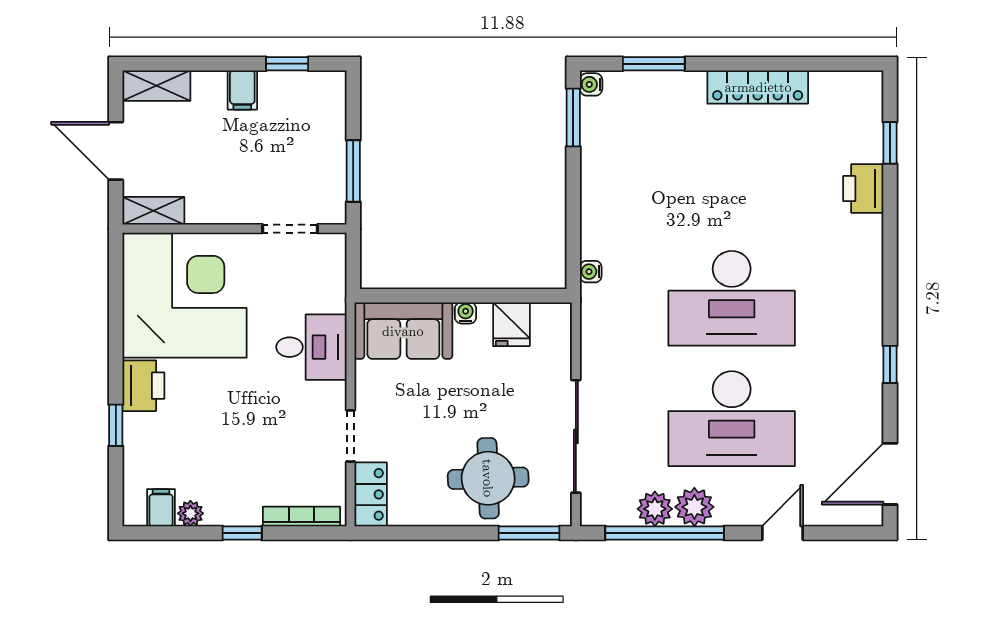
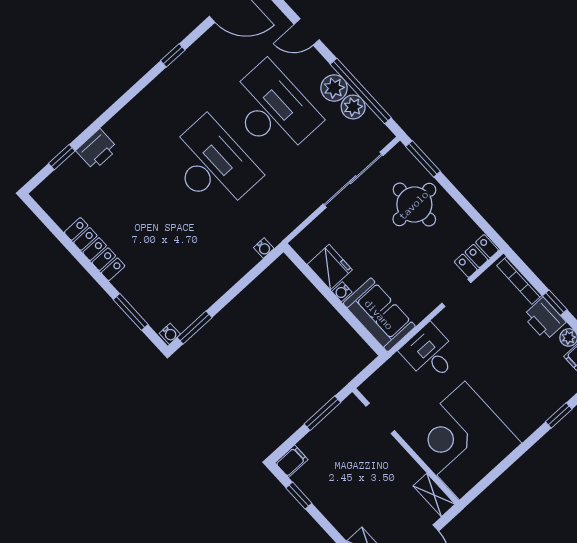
filing cabinet: (242, 90) -> (292, 461), moved
fridge: (511, 324) -> (330, 267), width x1.38
printer: (143, 386) -> (544, 319), moved, turned -90

